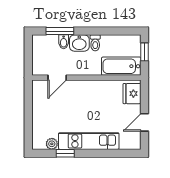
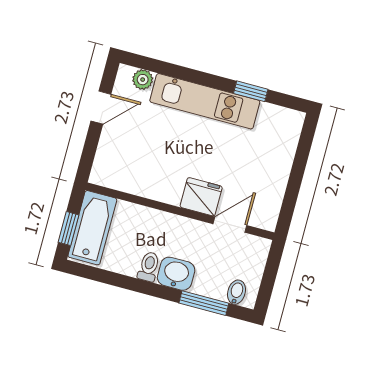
bidet: (64, 42) -> (236, 292), moved
bathtub: (121, 66) -> (92, 228), moved, turned -90
fridge: (132, 94) -> (201, 197), moved, turned -90
plant: (52, 144) -> (143, 80), moved

